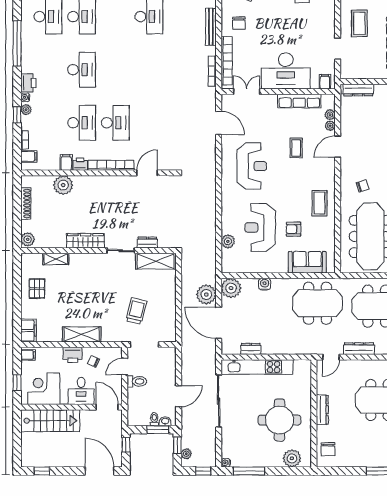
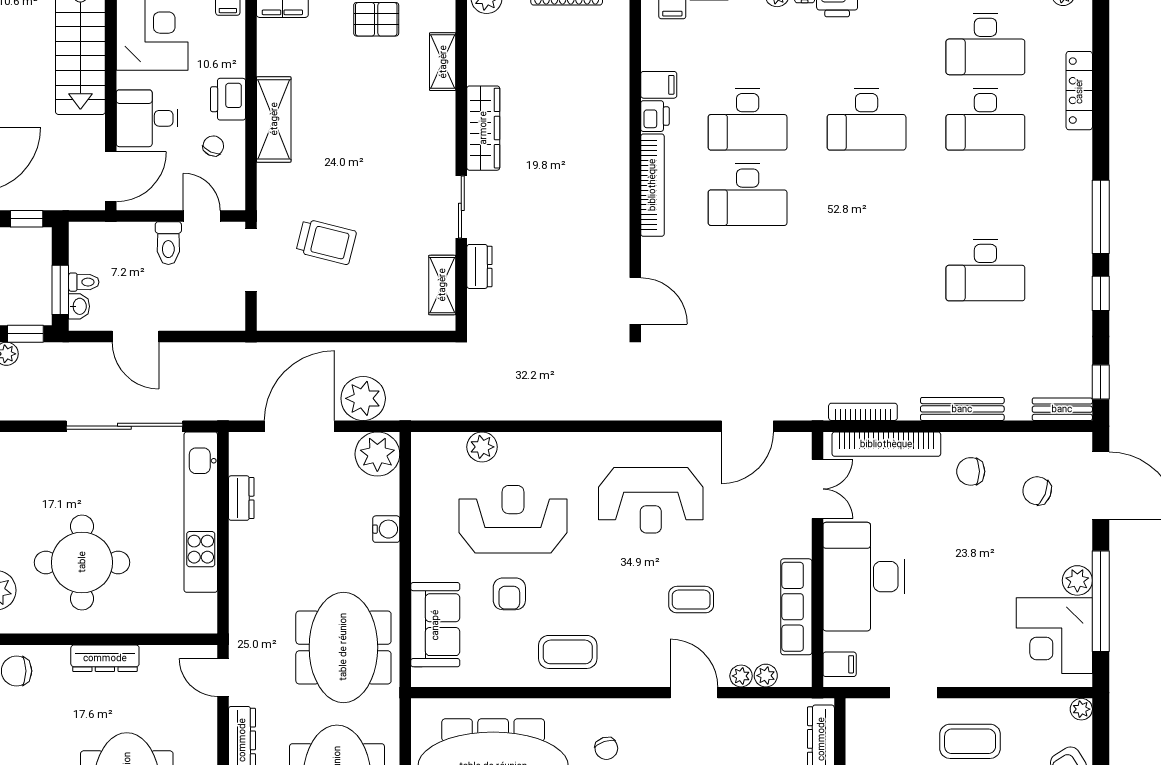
door: (147, 173) -> (635, 301), moved
plant: (63, 185) -> (608, 78), removed
armchair: (294, 229) -> (509, 594), turned 180
shelving: (156, 261) -> (442, 285), width x0.67, depth x0.75

